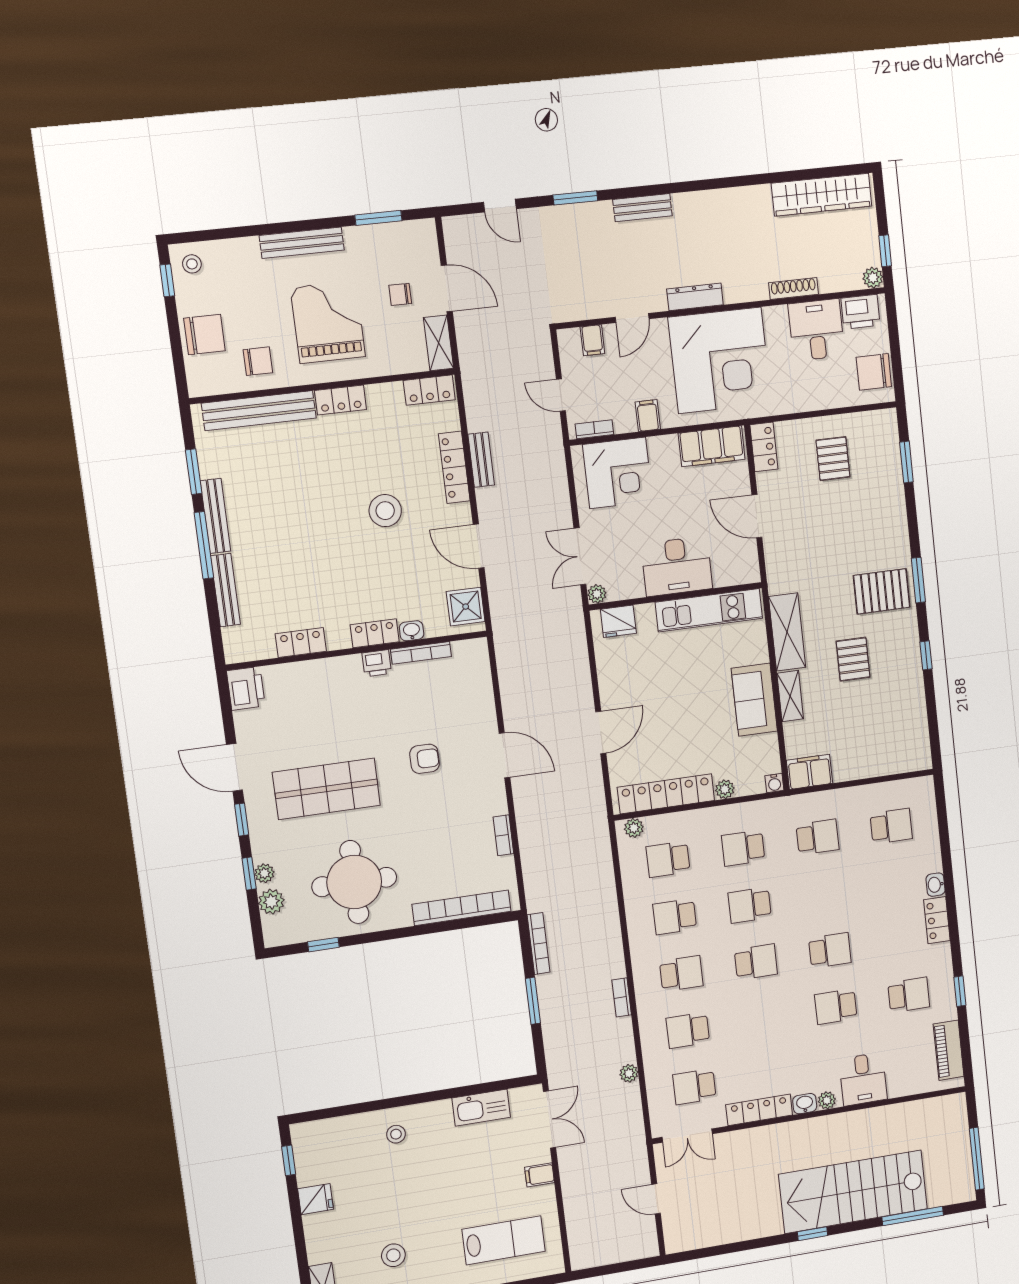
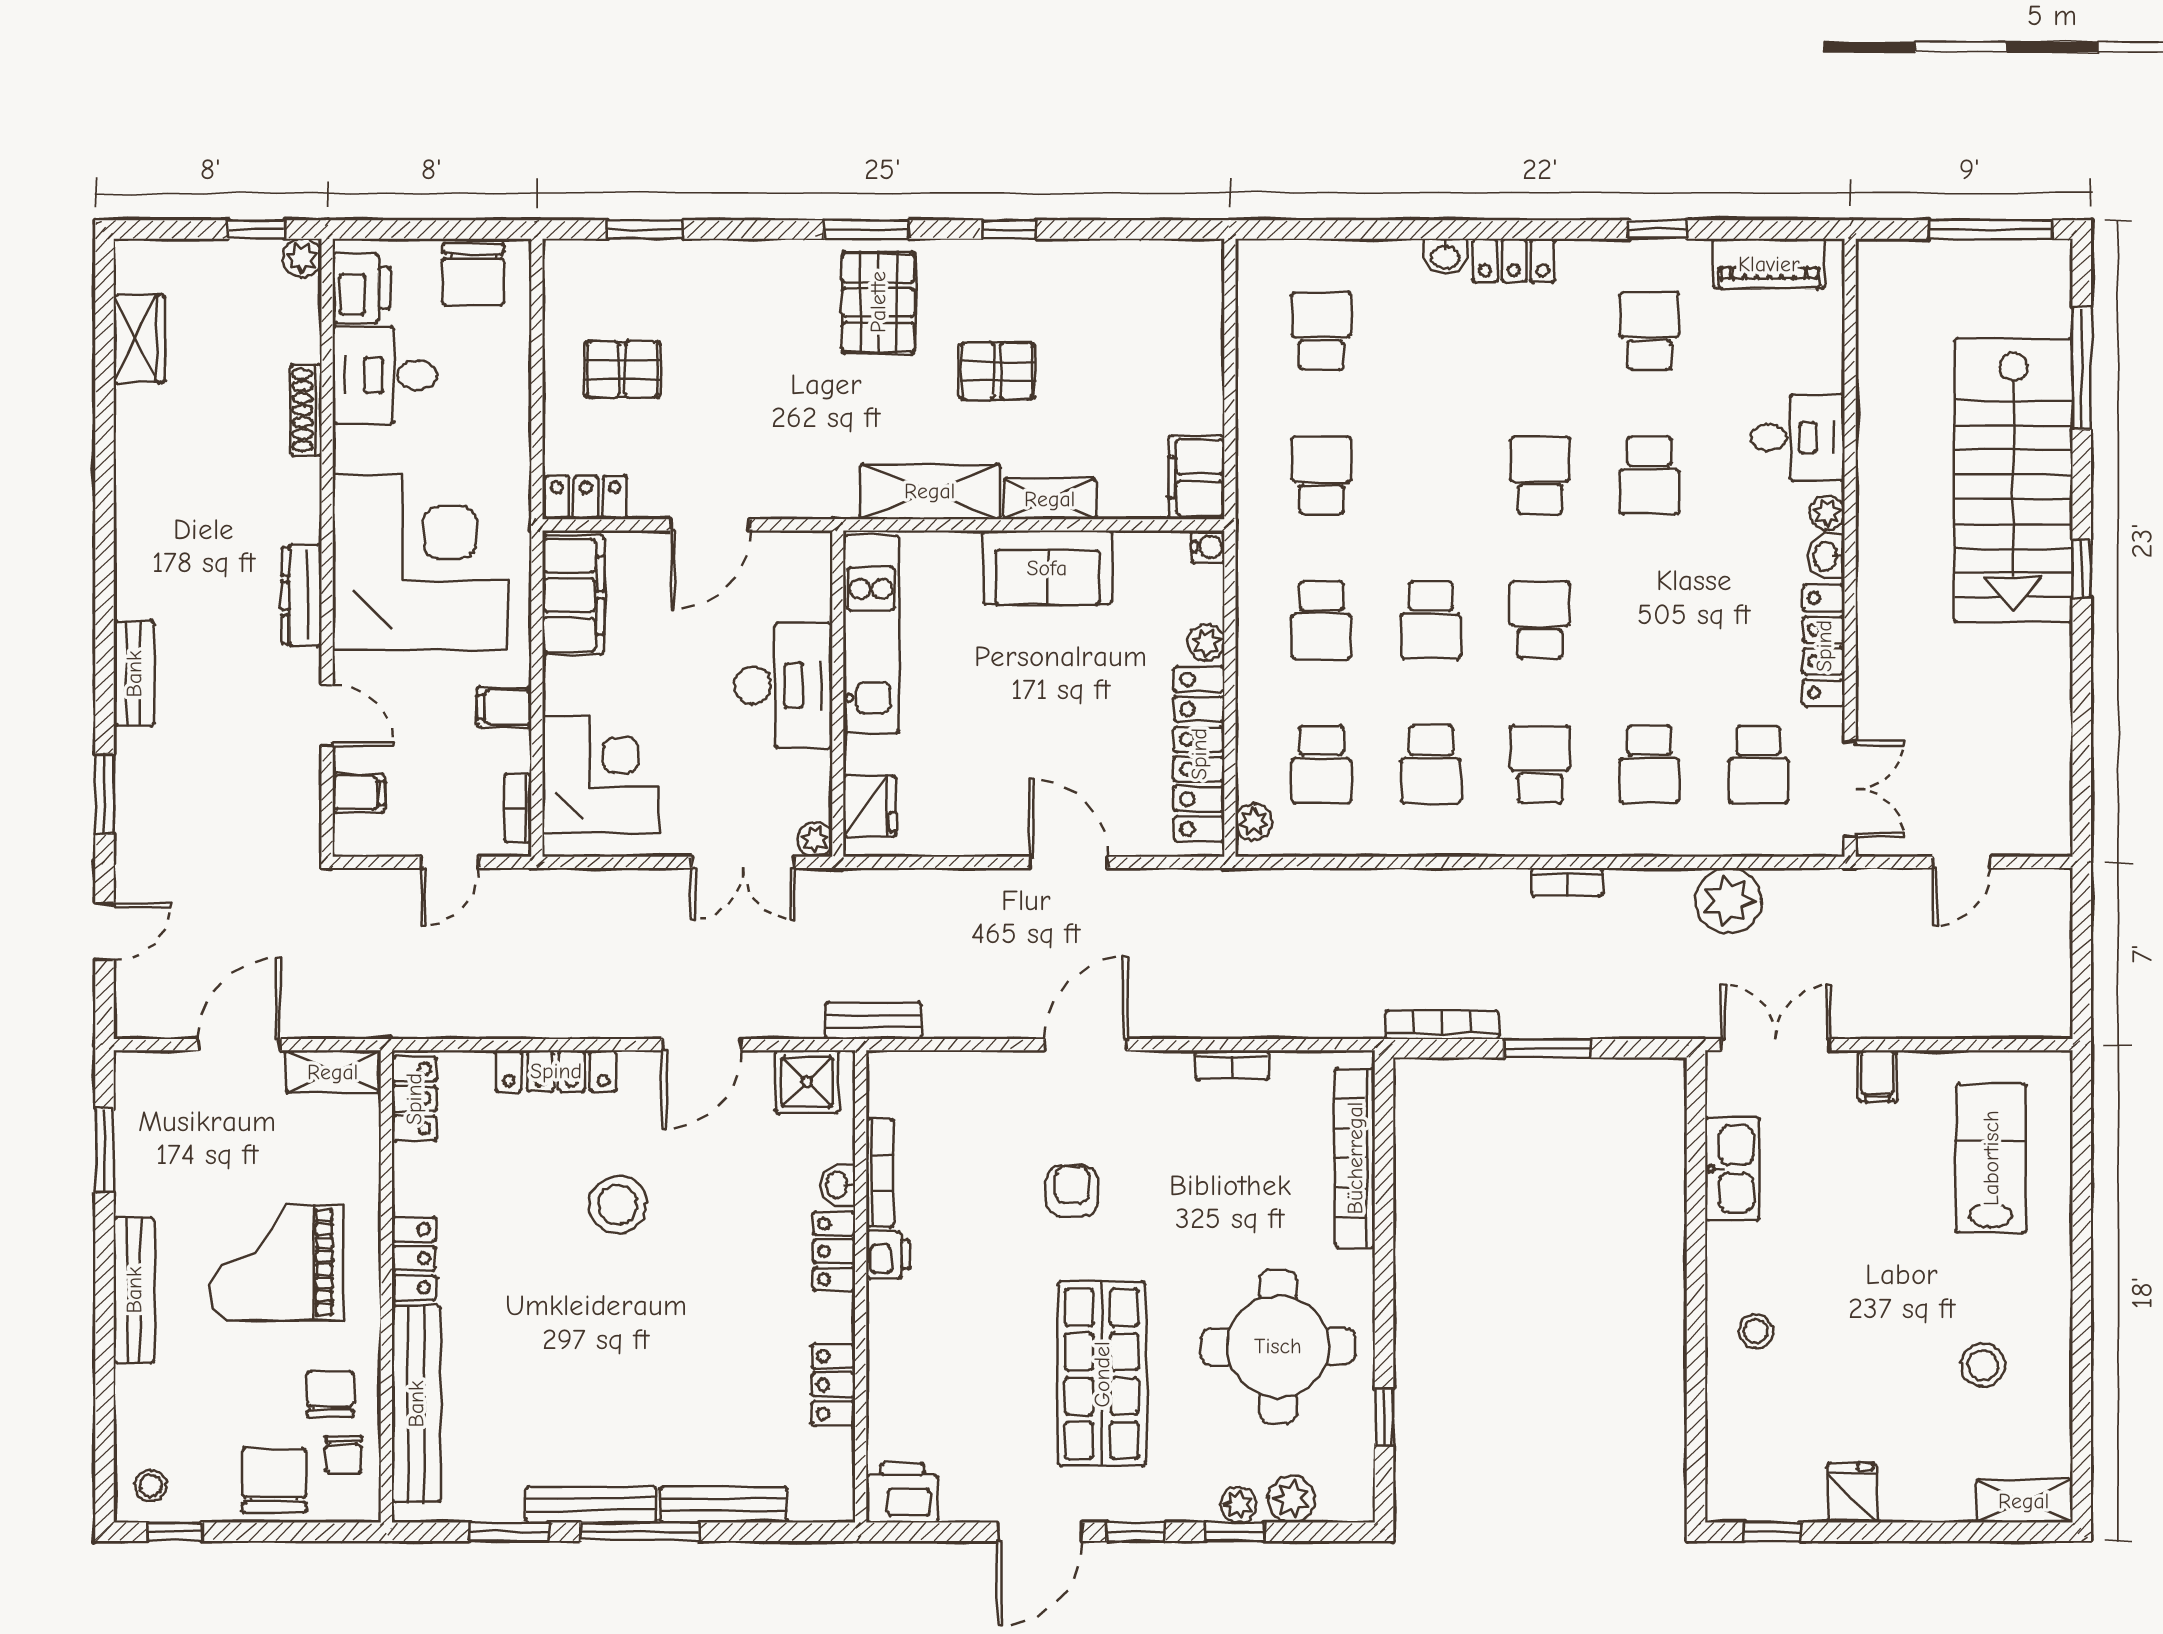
wardrobe: (822, 195) -> (139, 339), width x0.48, depth x0.85
chair: (400, 294) -> (344, 1454), moved
bench: (481, 460) -> (873, 1021), moved
plant: (629, 1073) -> (1728, 901), width x1.88, depth x1.88

